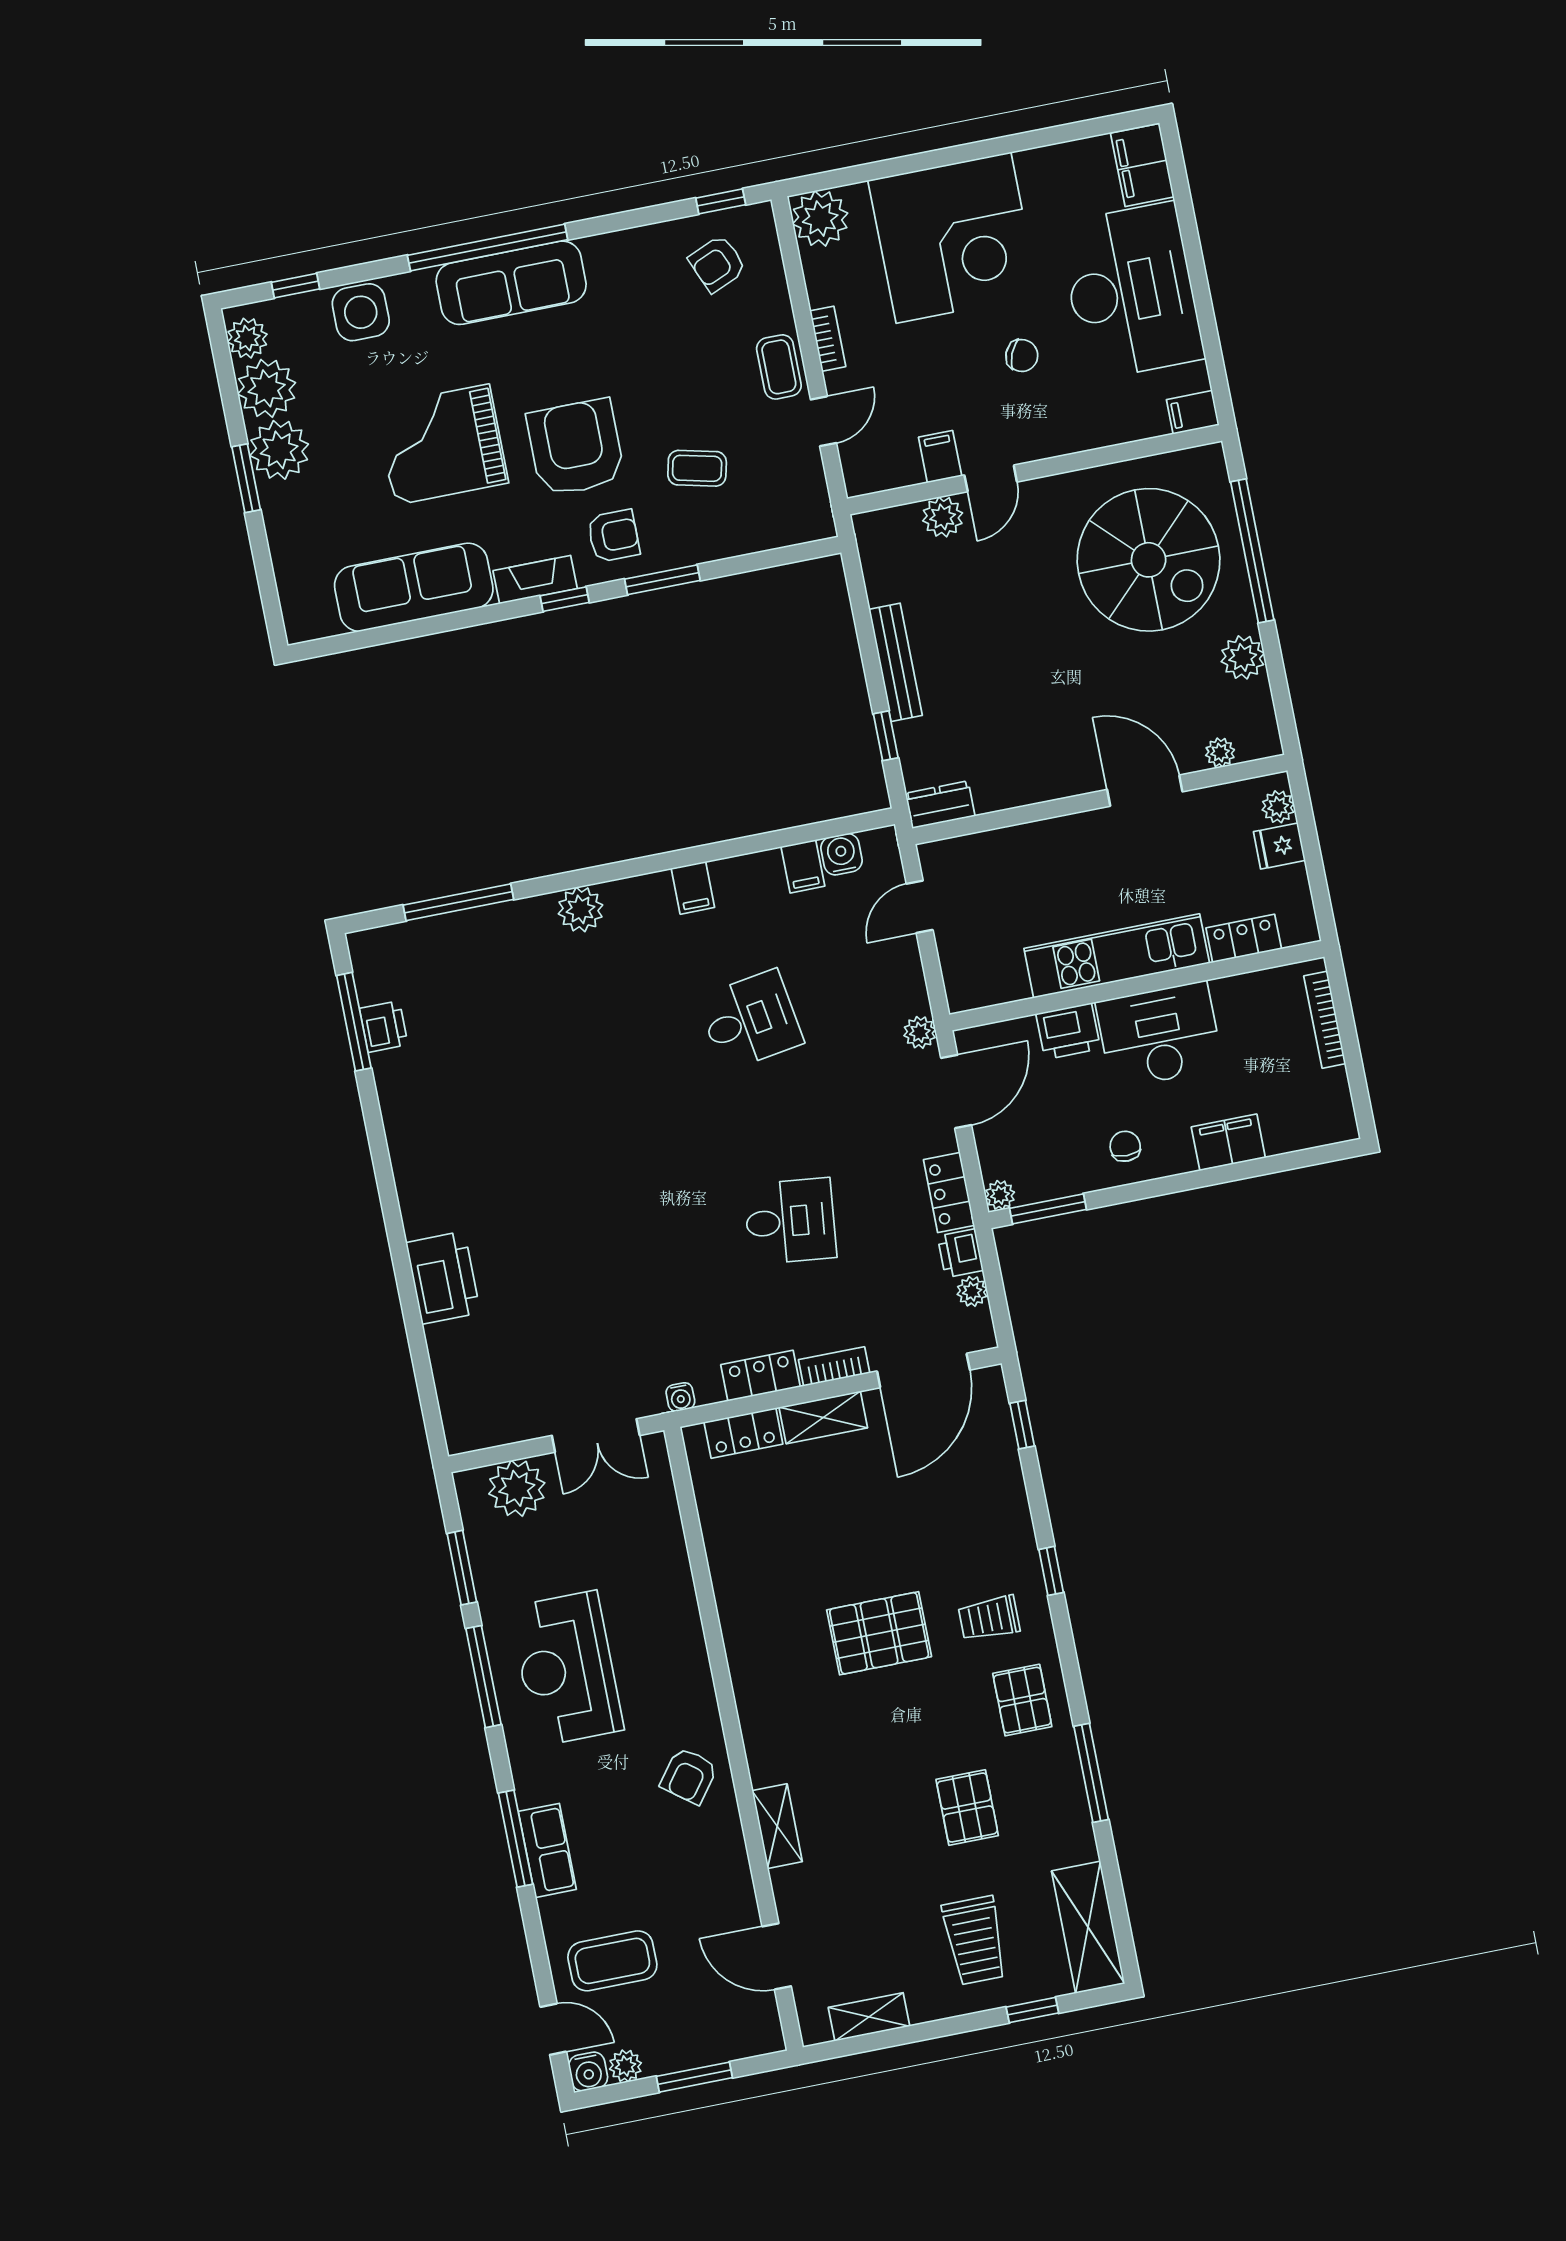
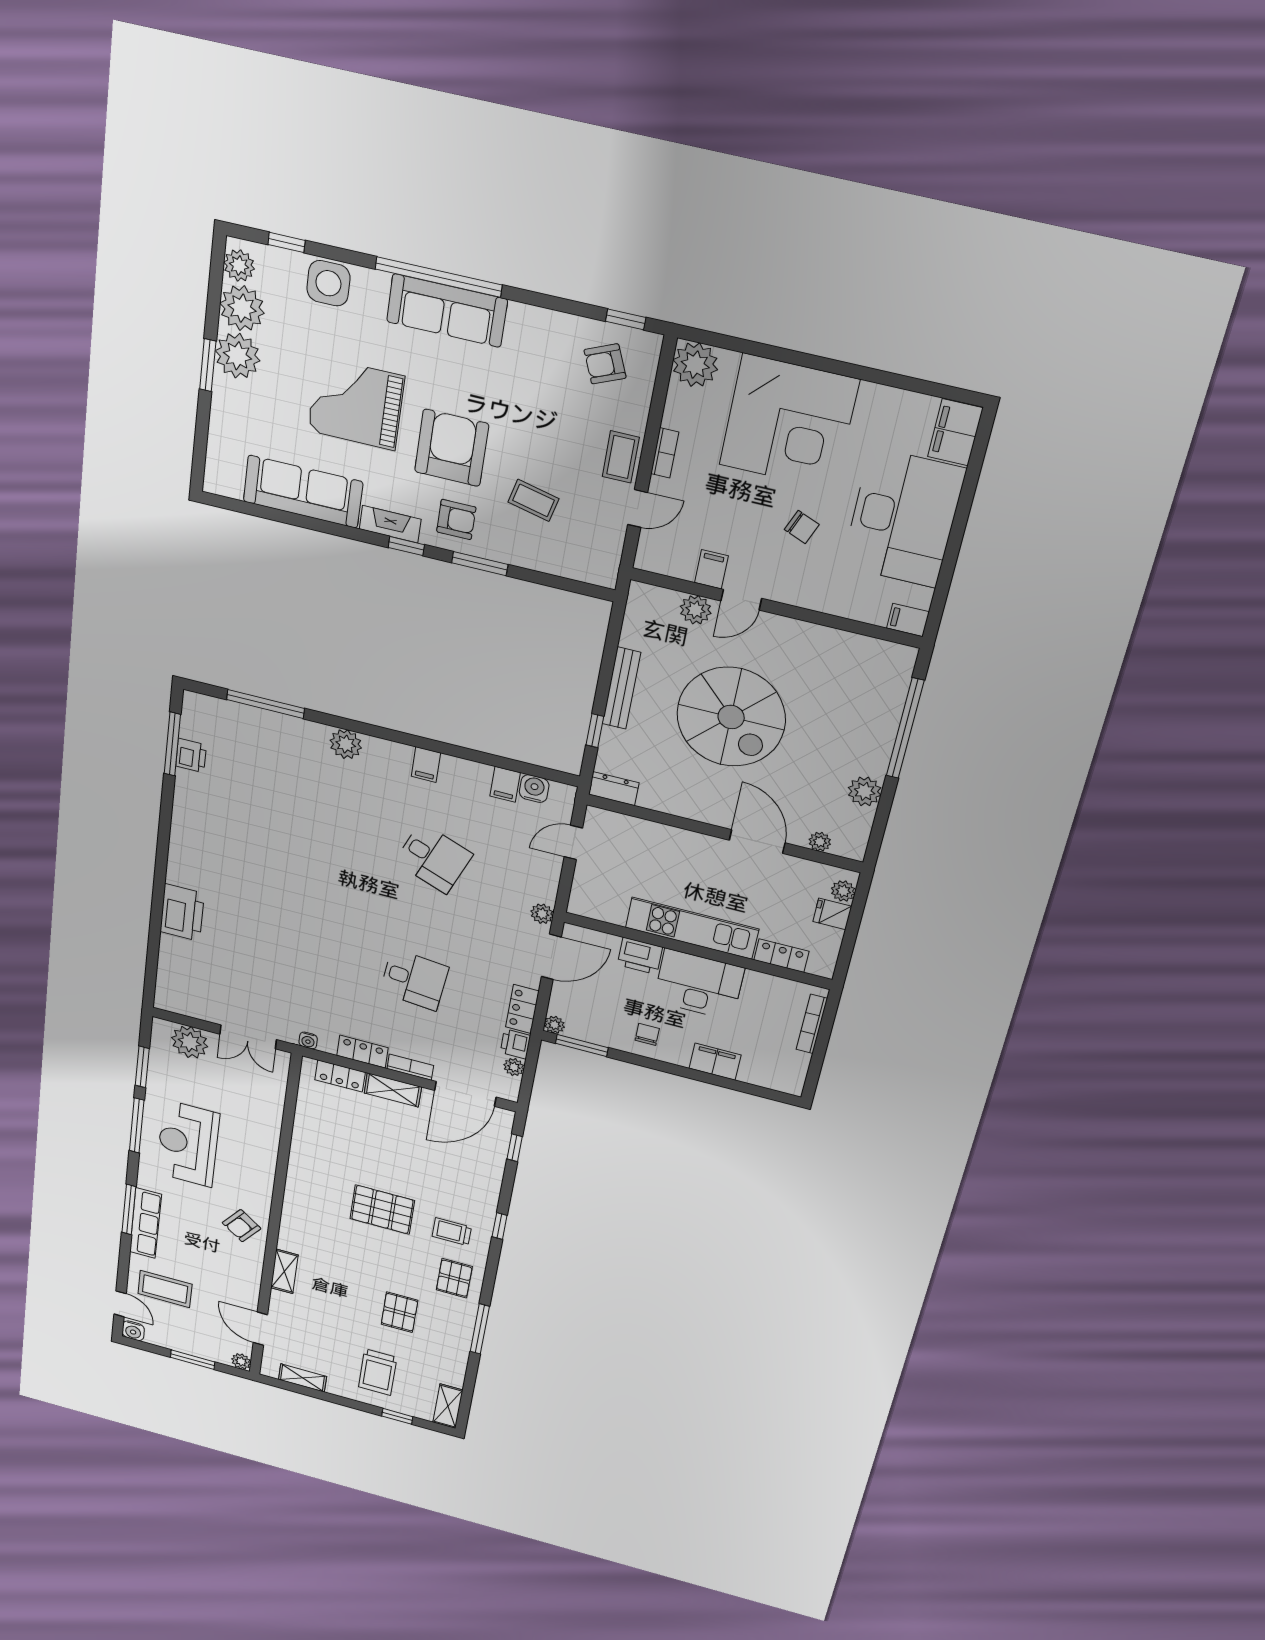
spiral stairs: (1149, 560) -> (731, 717), moved
desk: (750, 1020) -> (433, 858), turned 30
row of seats: (547, 1850) -> (146, 1223), width x1.48
shelving: (1088, 1927) -> (448, 1406), width x0.67, depth x0.75
plant: (625, 2066) -> (241, 1361), moved

